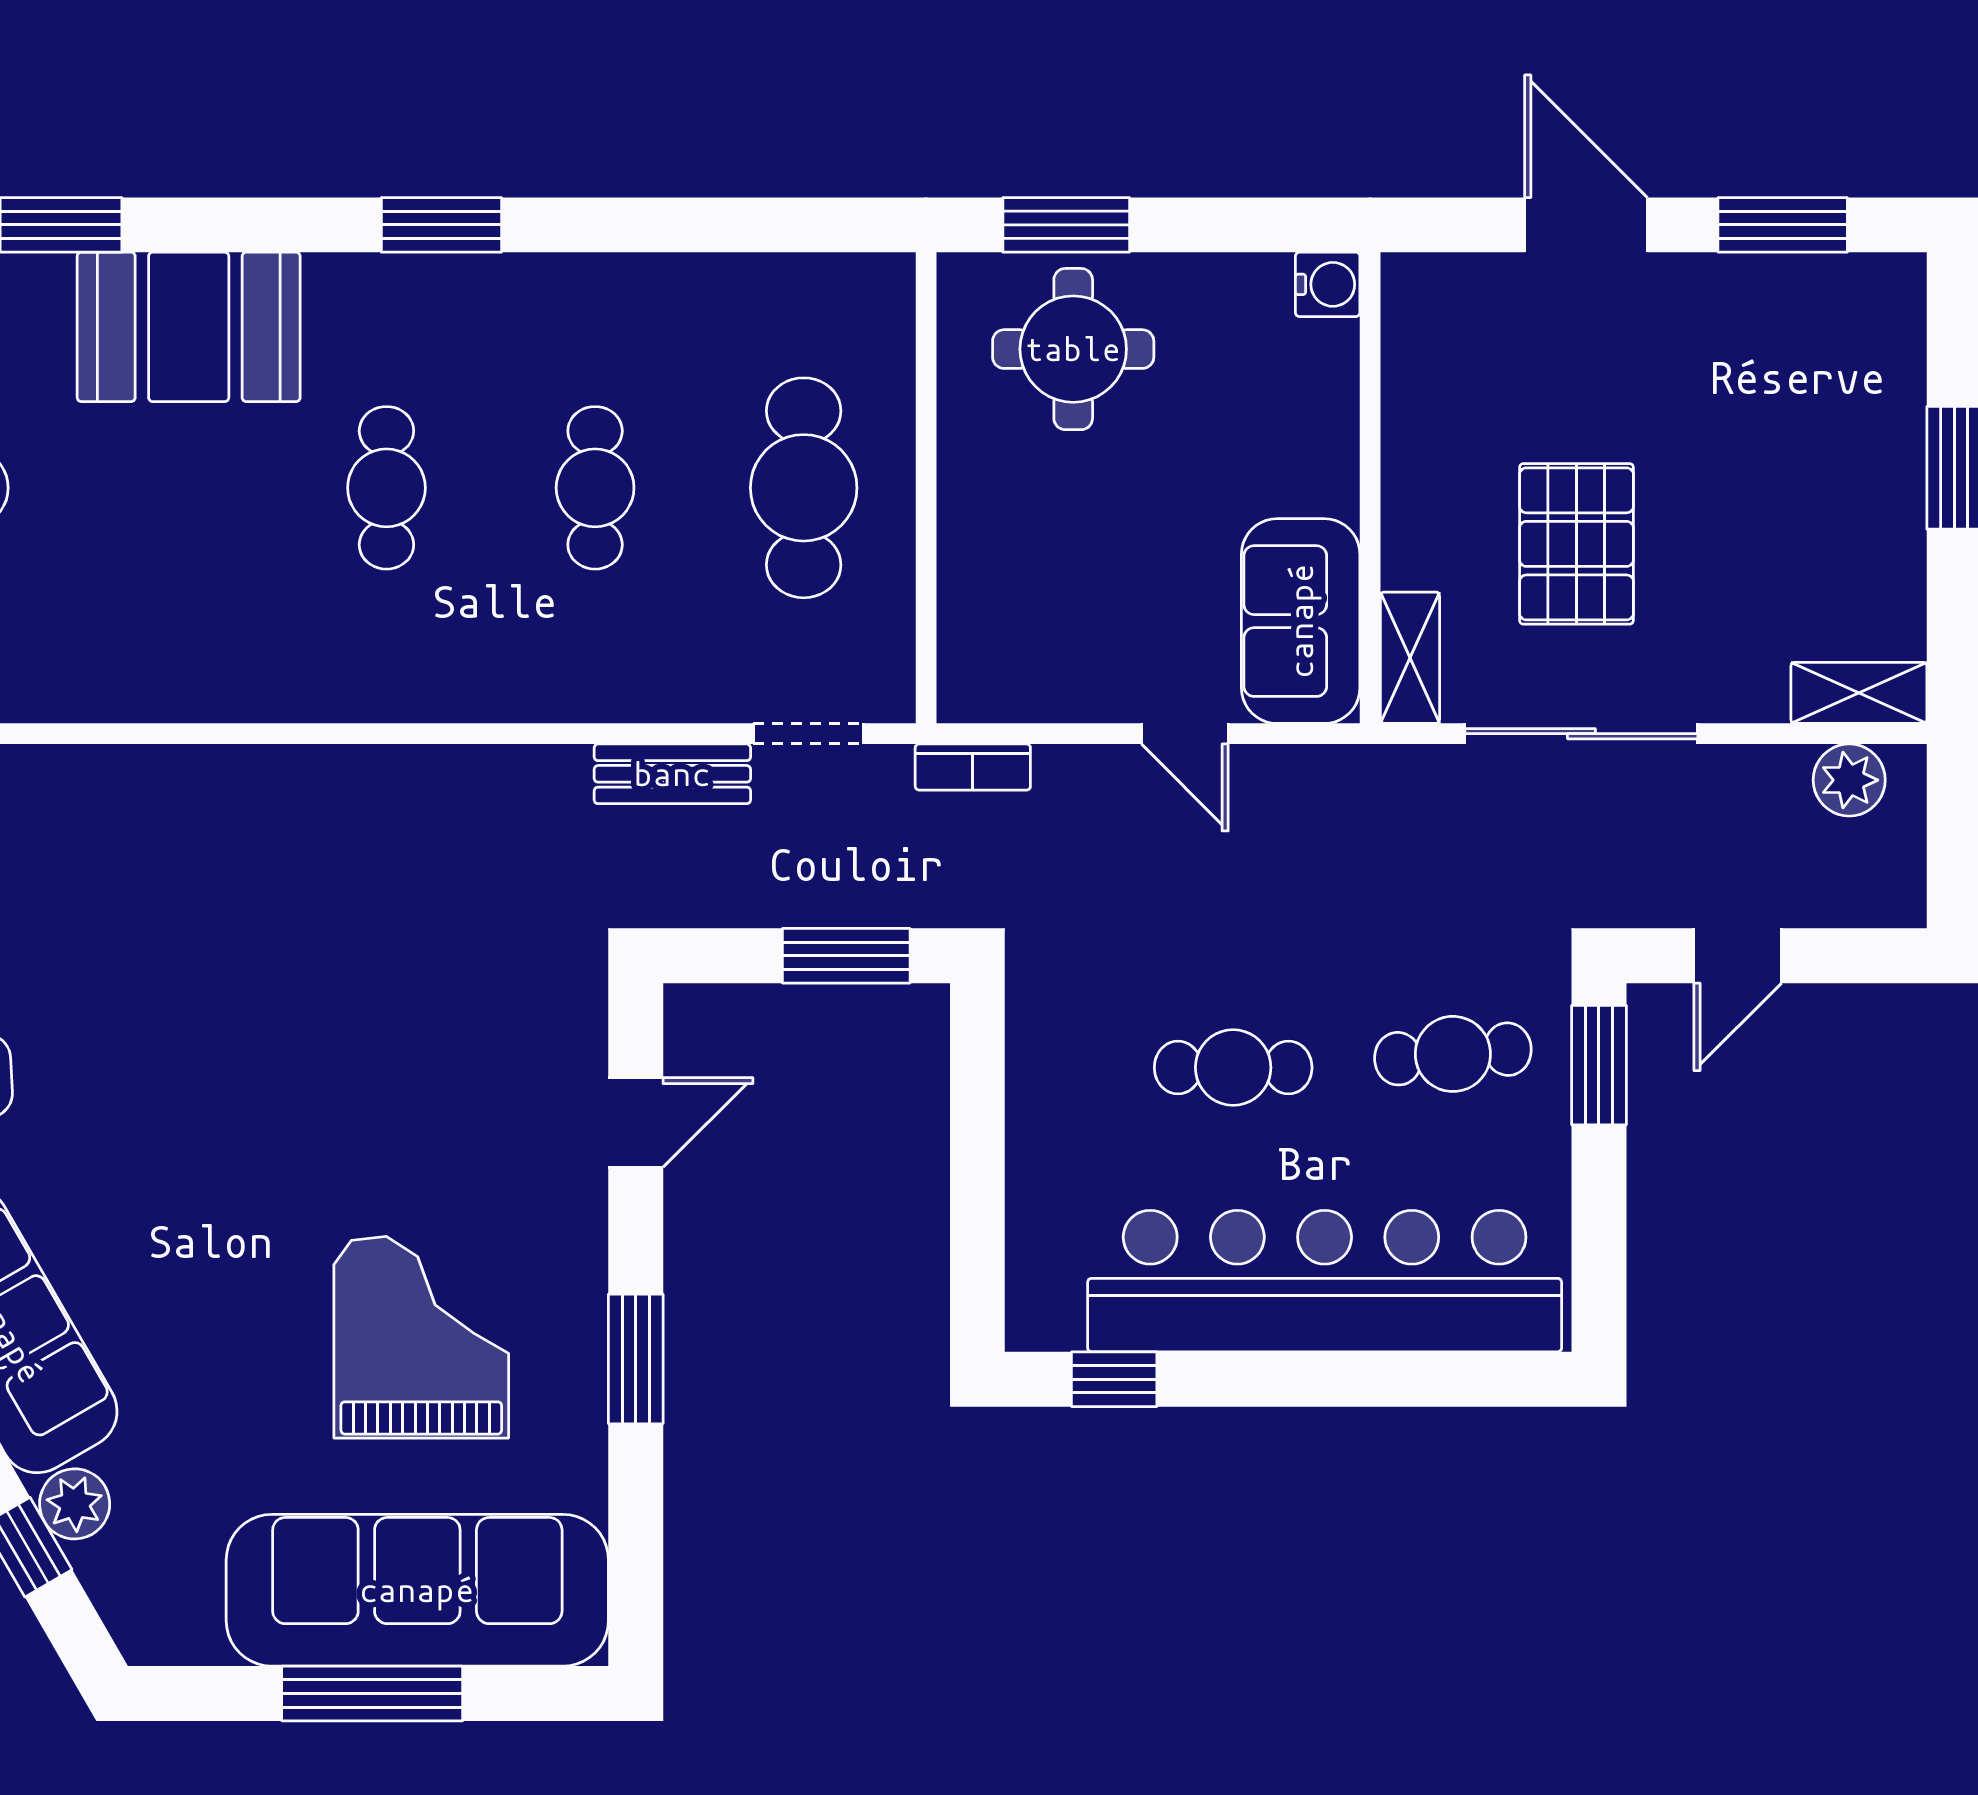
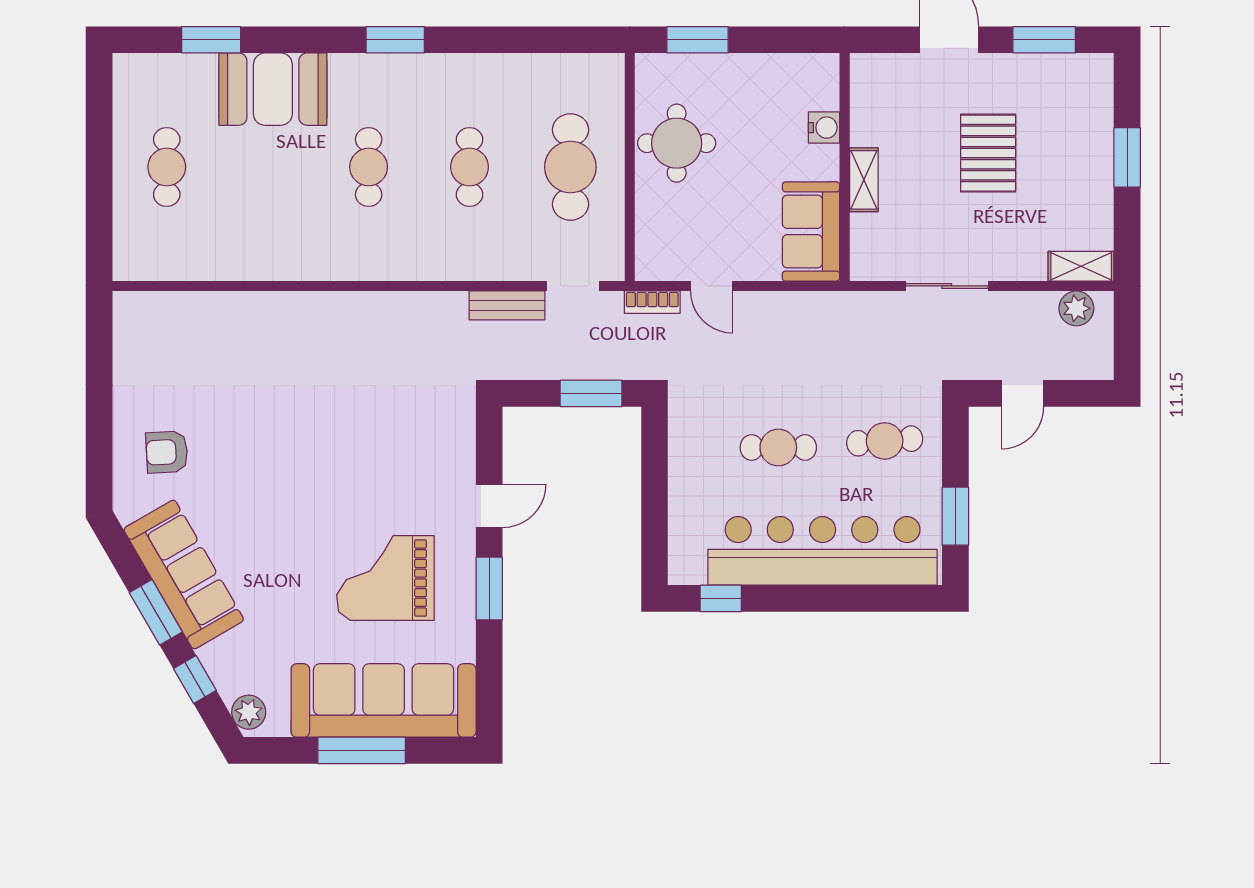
water cooler: (1328, 284) -> (824, 128), moved
round table: (1073, 349) -> (677, 143), moved
pallet: (1576, 544) -> (988, 153), moved
shelving: (1410, 658) -> (864, 180), moved
door: (1185, 734) -> (712, 286), moved
sliding door: (1581, 734) -> (947, 286), width x0.73
window: (1599, 1065) -> (955, 516), moved
door: (636, 1122) -> (489, 506), moved
grand piano: (421, 1337) -> (385, 578), turned -90
plant: (75, 1504) -> (249, 712), moved

